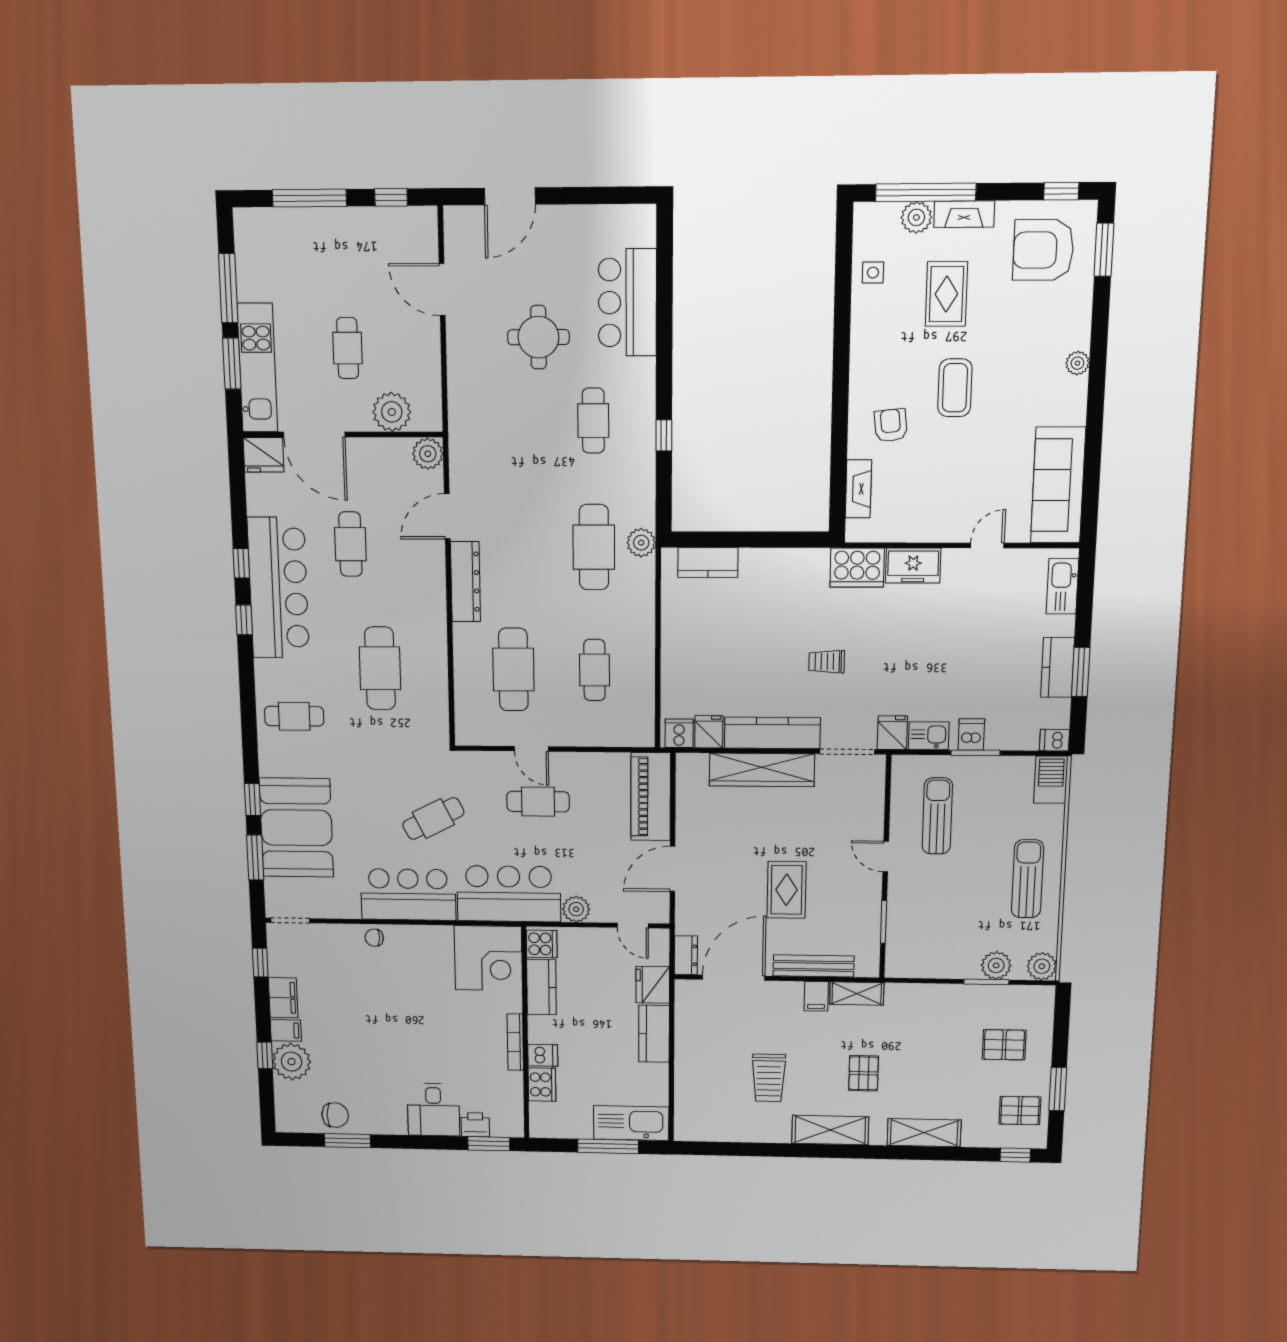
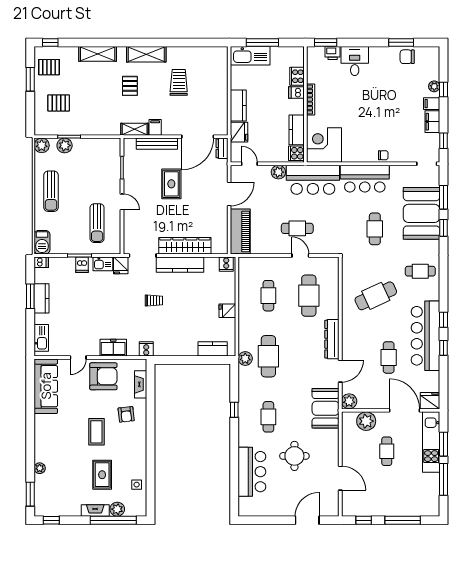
armchair: (1043, 250) -> (103, 376), moved
plant: (1077, 363) -> (40, 468), moved
booth: (476, 439) -> (326, 408), added
cooker: (857, 568) -> (146, 349), width x0.53, depth x0.76
cafe table: (380, 668) -> (376, 296), turned 65
fridge: (709, 732) -> (227, 311), moved, turned 90
cafe table: (433, 819) -> (375, 229), moved, turned -63
plant: (292, 1062) -> (434, 86), width x0.53, depth x0.53

